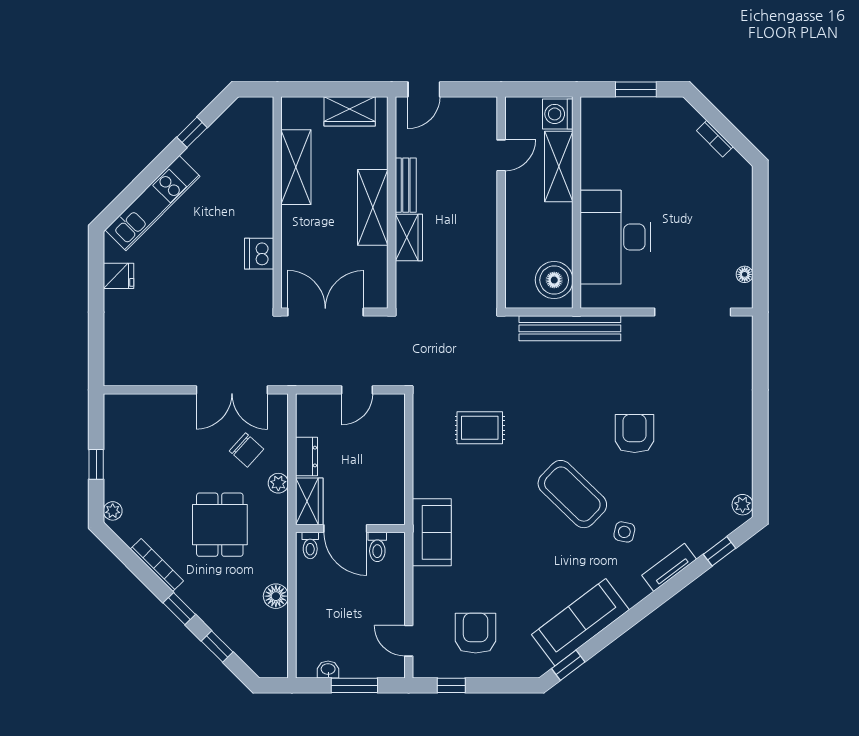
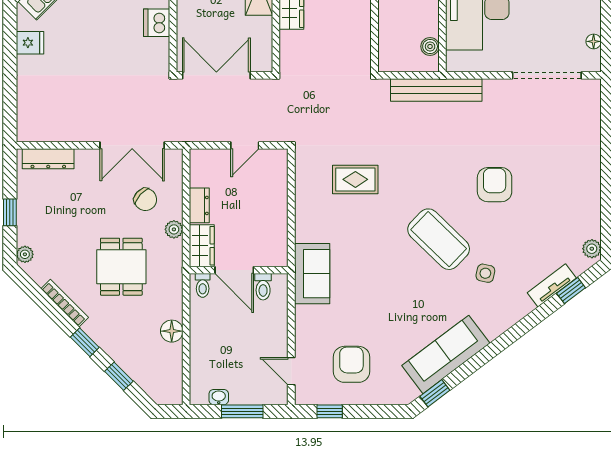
boiler: (554, 280) -> (430, 46), width x0.54, depth x0.54
dresser: (139, 405) -> (48, 159), added
tv unit: (669, 567) -> (552, 285), moved

